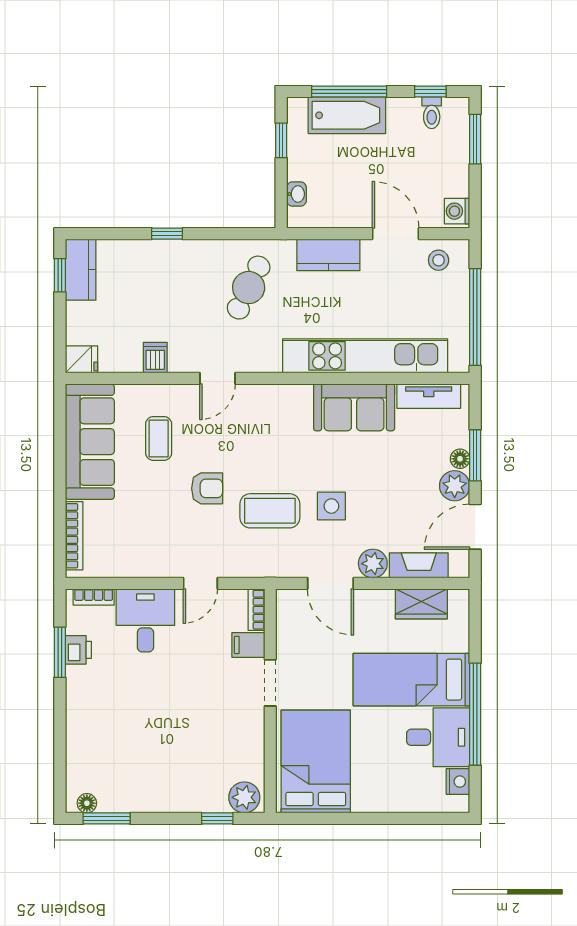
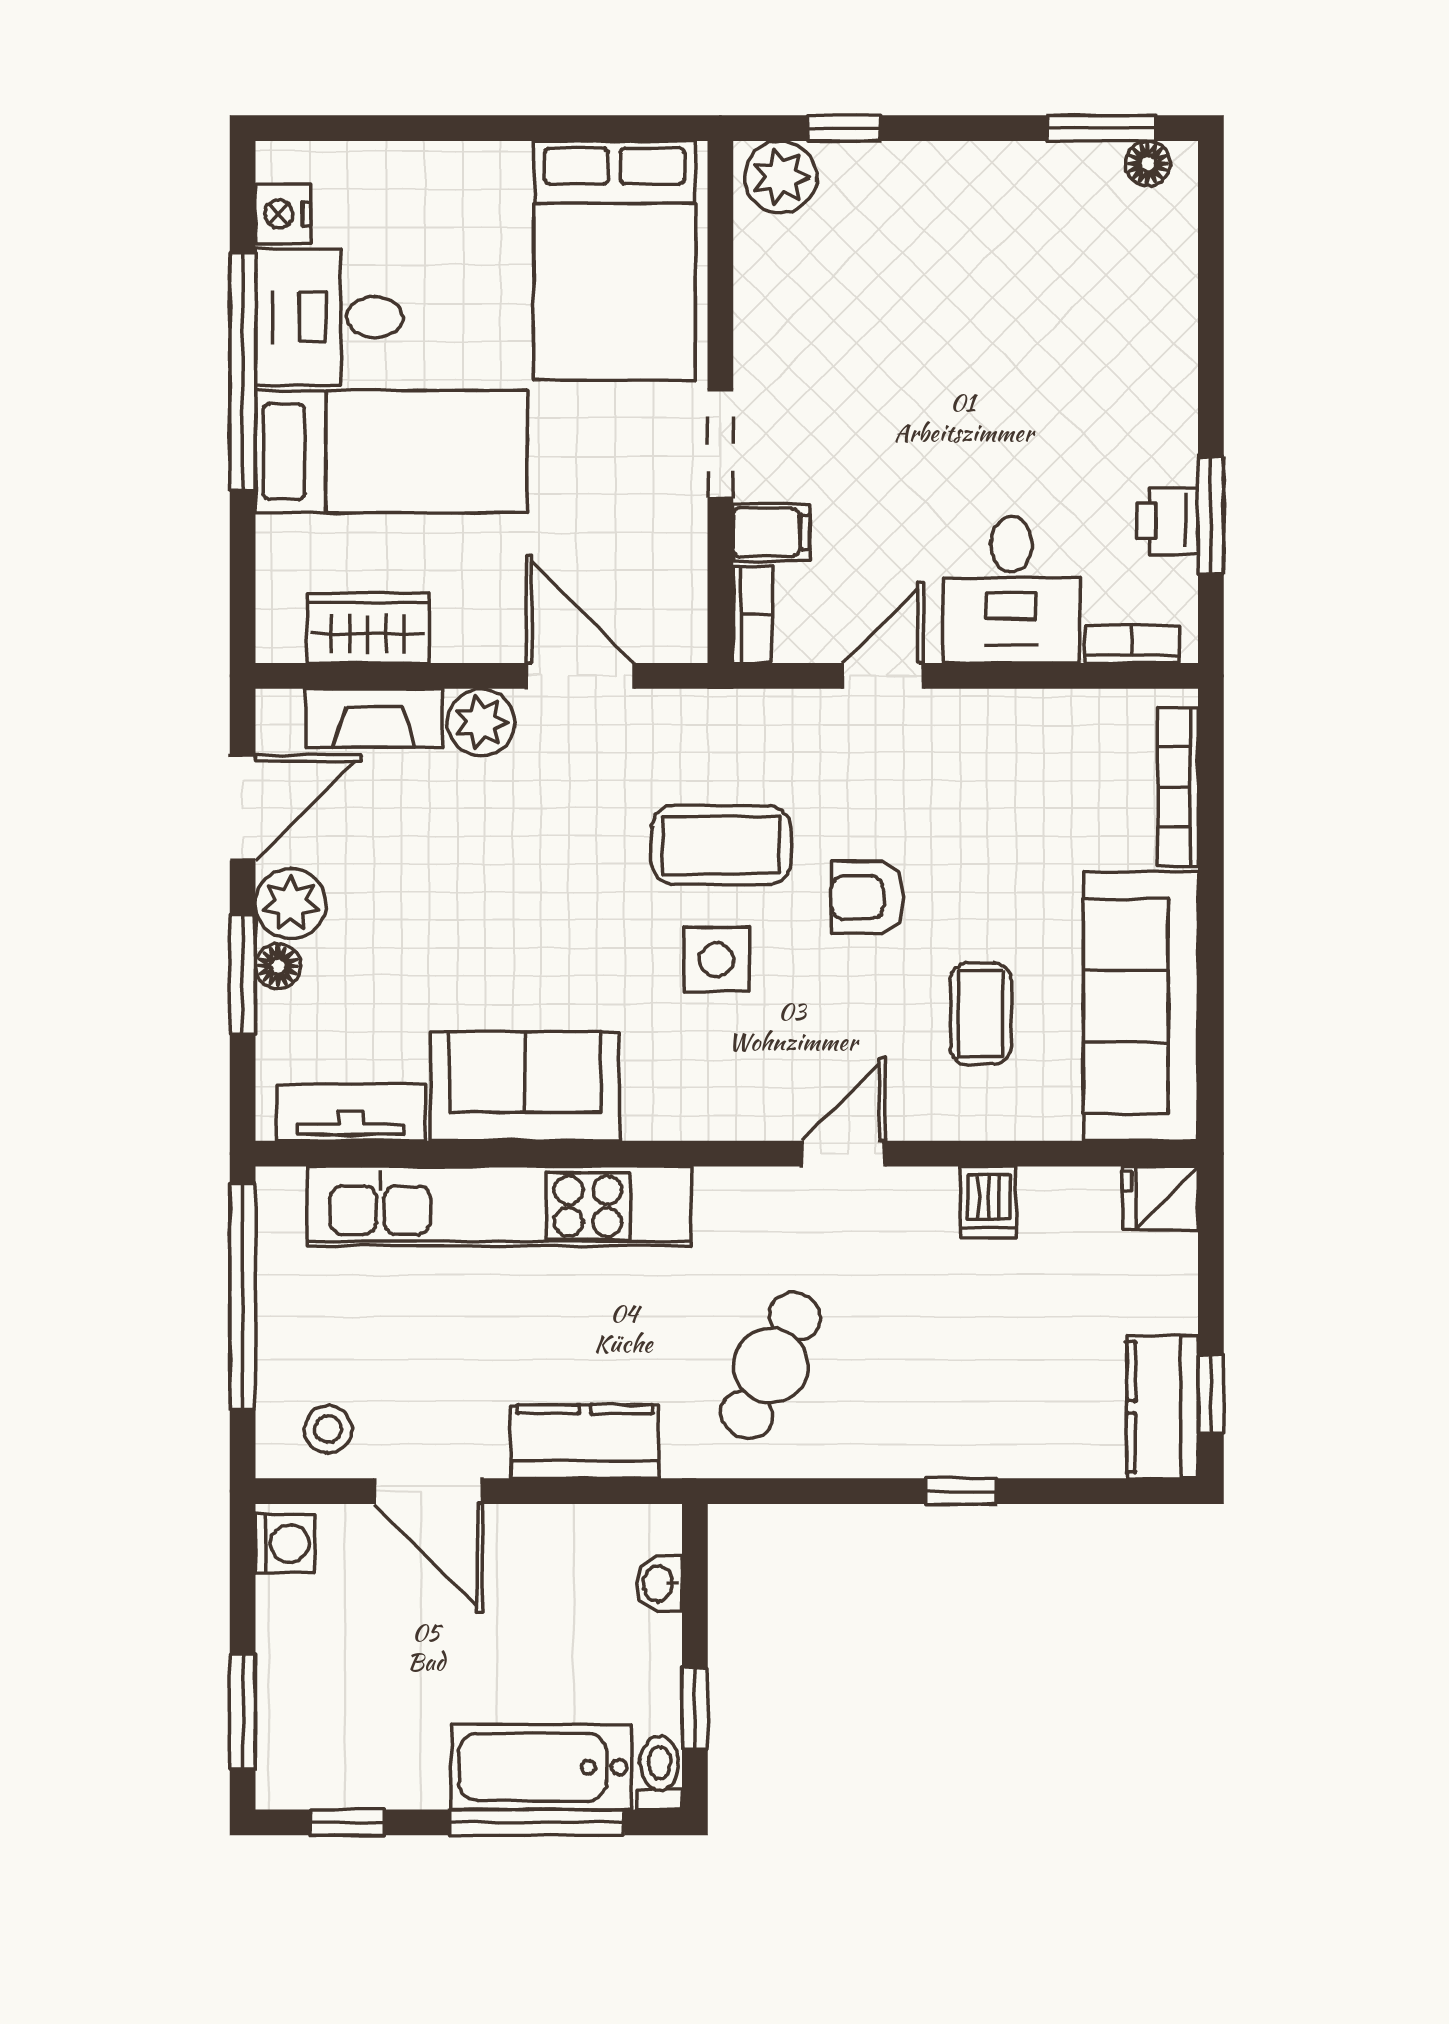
toilet: (432, 113) -> (660, 1773), moved
side table: (331, 506) -> (716, 960), moved

